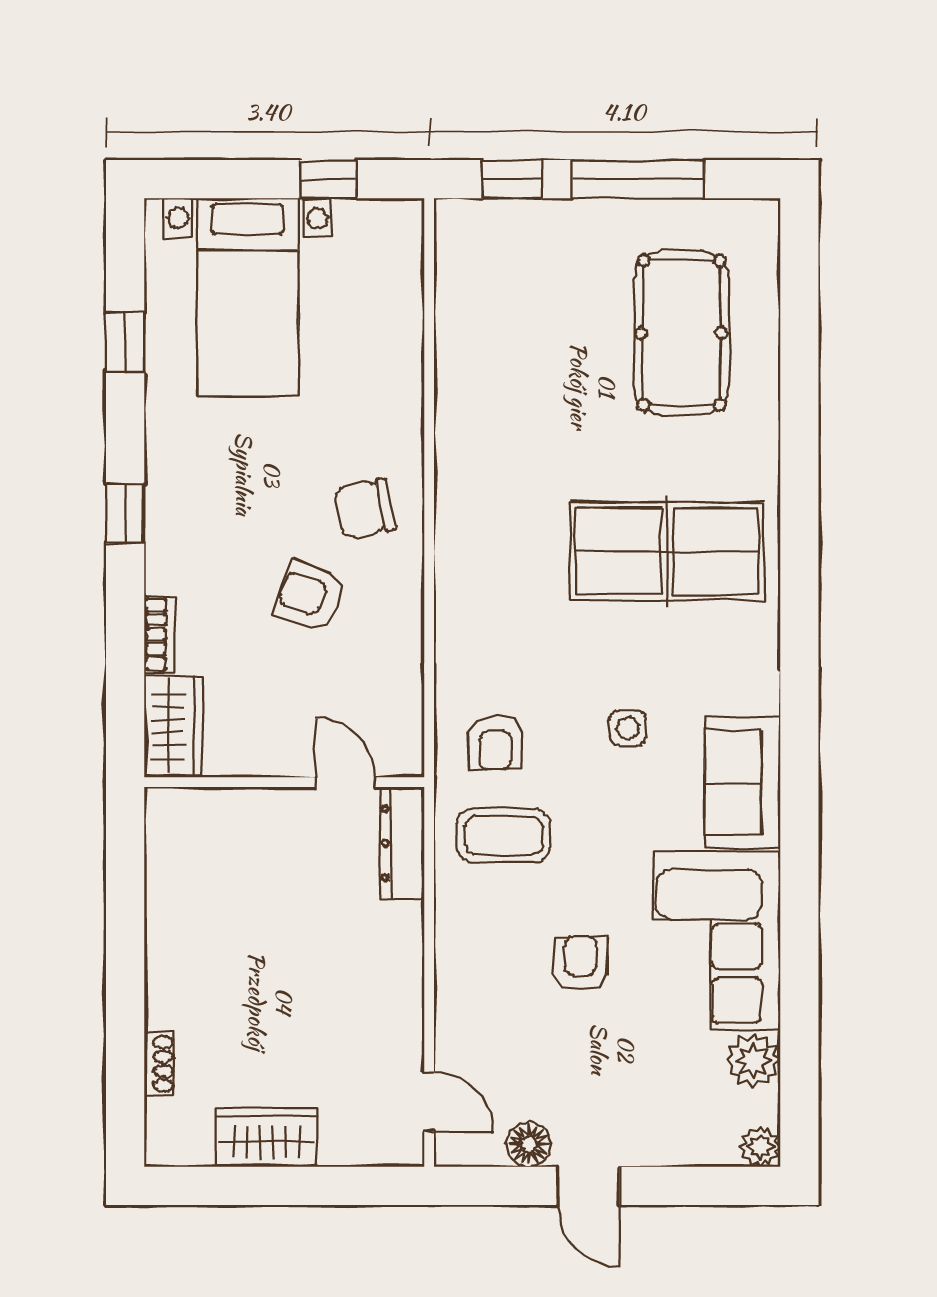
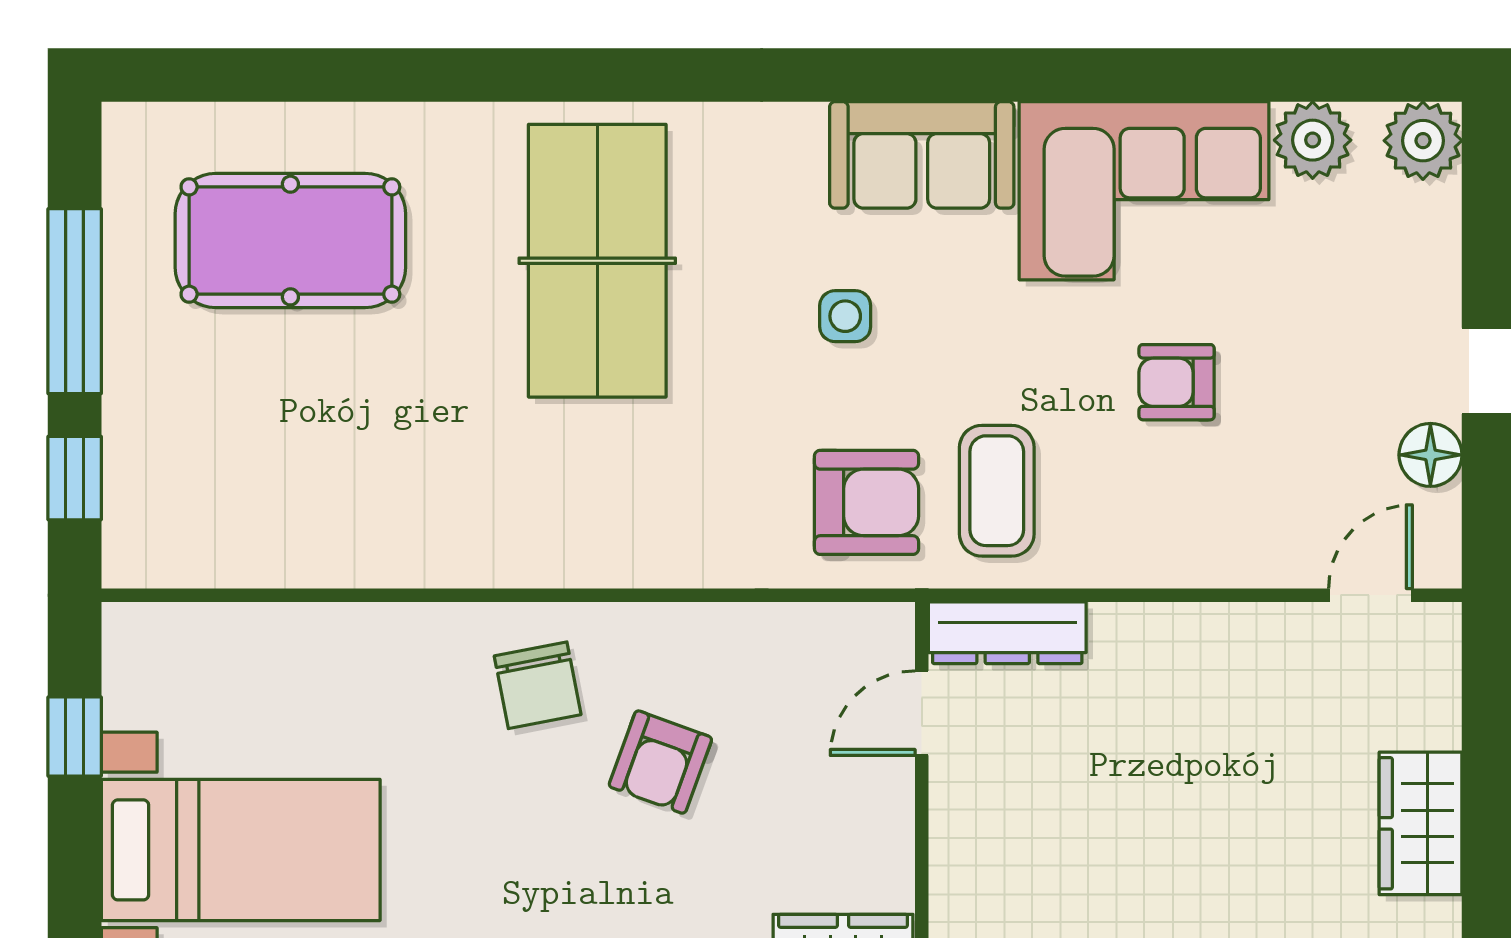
armchair: (495, 743) -> (867, 502), width x1.38, depth x1.38
plant: (760, 1147) -> (1423, 141), width x1.38, depth x1.38

